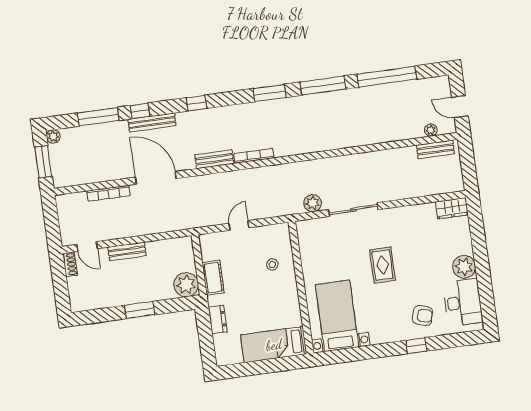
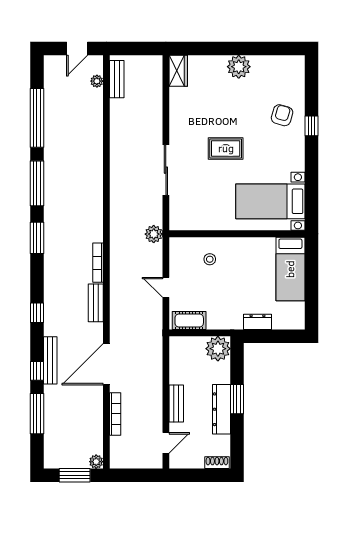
plant: (53, 136) -> (96, 462), moved
plant: (313, 203) -> (154, 234), moved
shoe rack: (70, 264) -> (217, 463), moved
cot: (213, 278) -> (189, 321), moved
dresser: (127, 296) -> (221, 409), added
desk: (463, 302) -> (274, 73), removed

